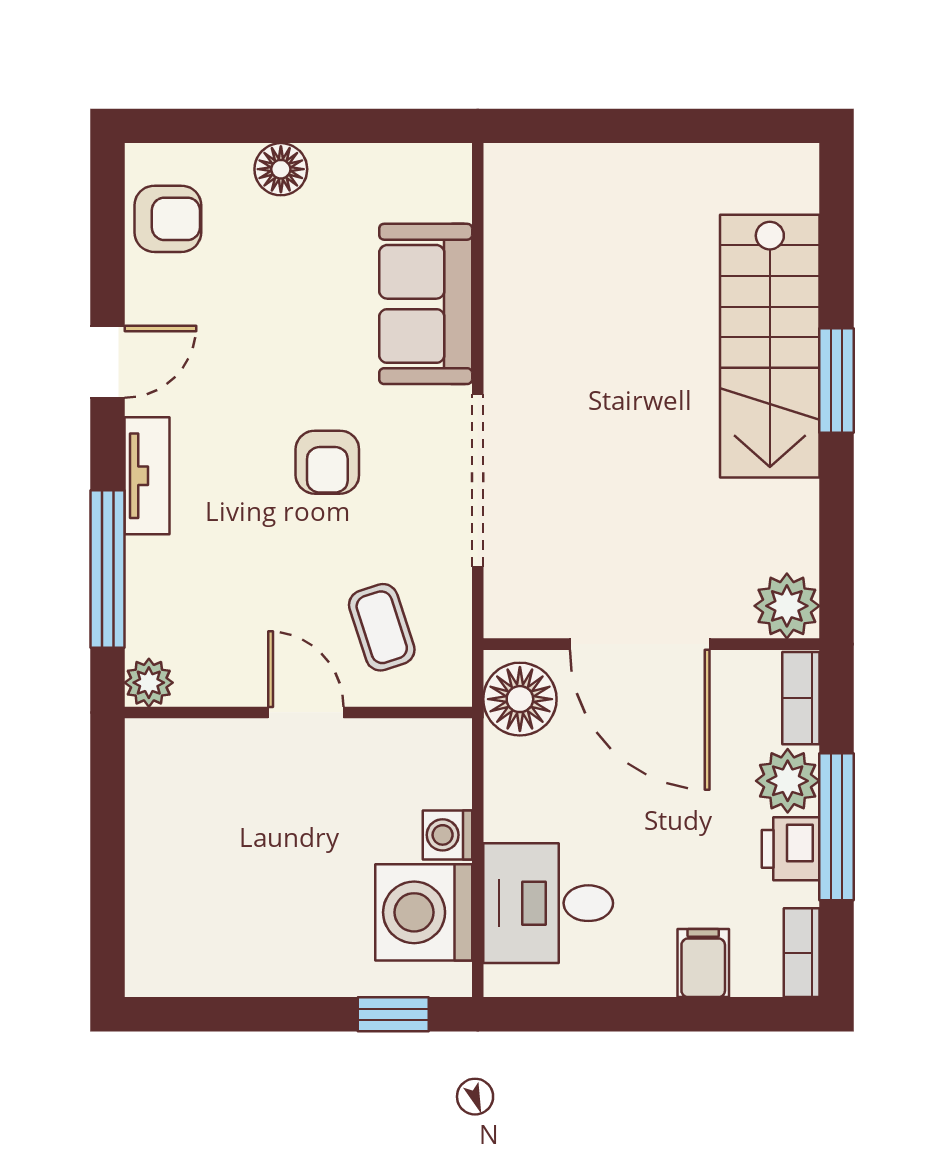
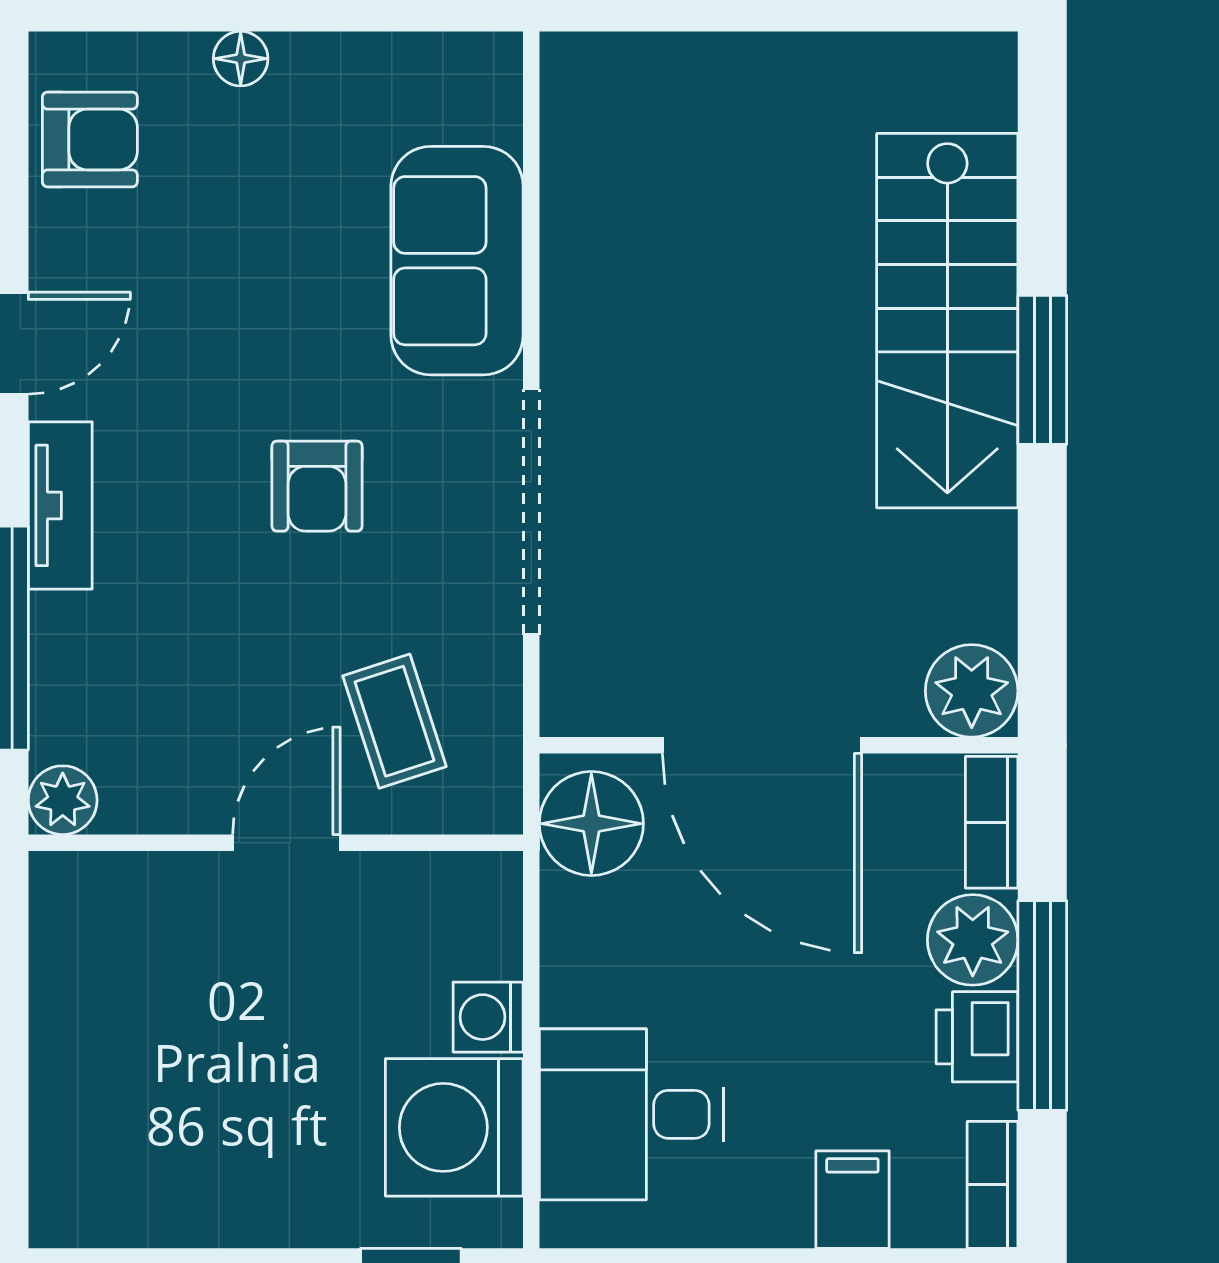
floor lamp: (281, 169) -> (241, 59), width x0.73, depth x0.73
door: (306, 712) -> (286, 843), hinge flipped

